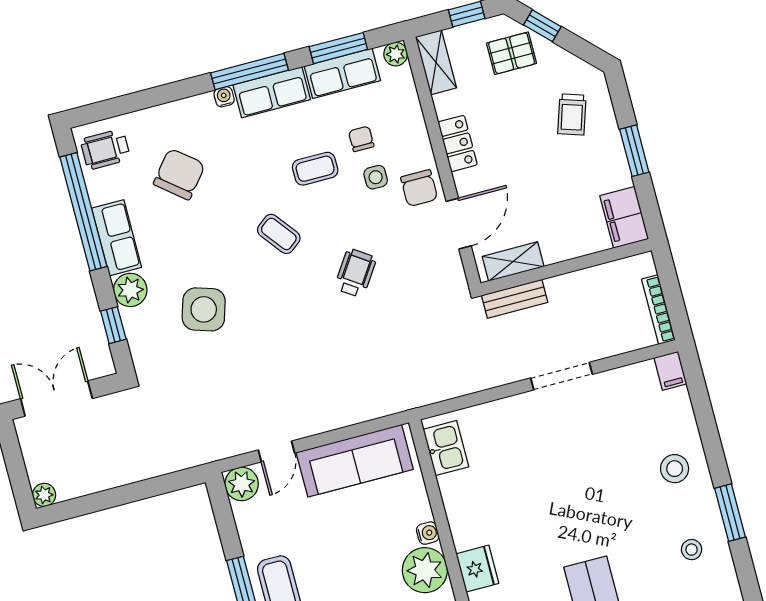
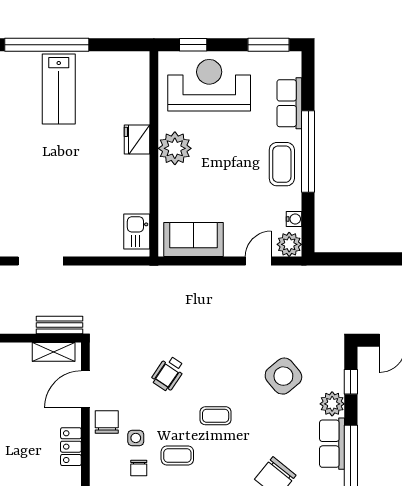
coffee table: (279, 234) -> (216, 416), turned -52
side table: (204, 309) -> (283, 376), turned 33
sofa: (355, 461) -> (194, 240), width x0.73
water cooler: (428, 533) -> (294, 219), moved, turned 180

